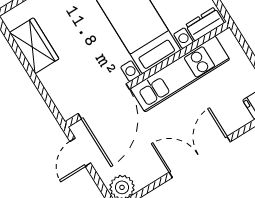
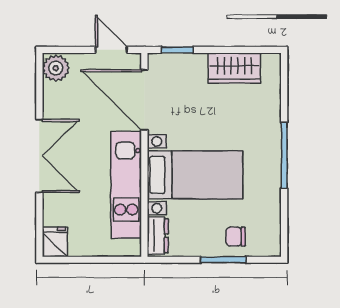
window: (48, 100) -> (177, 50), added

